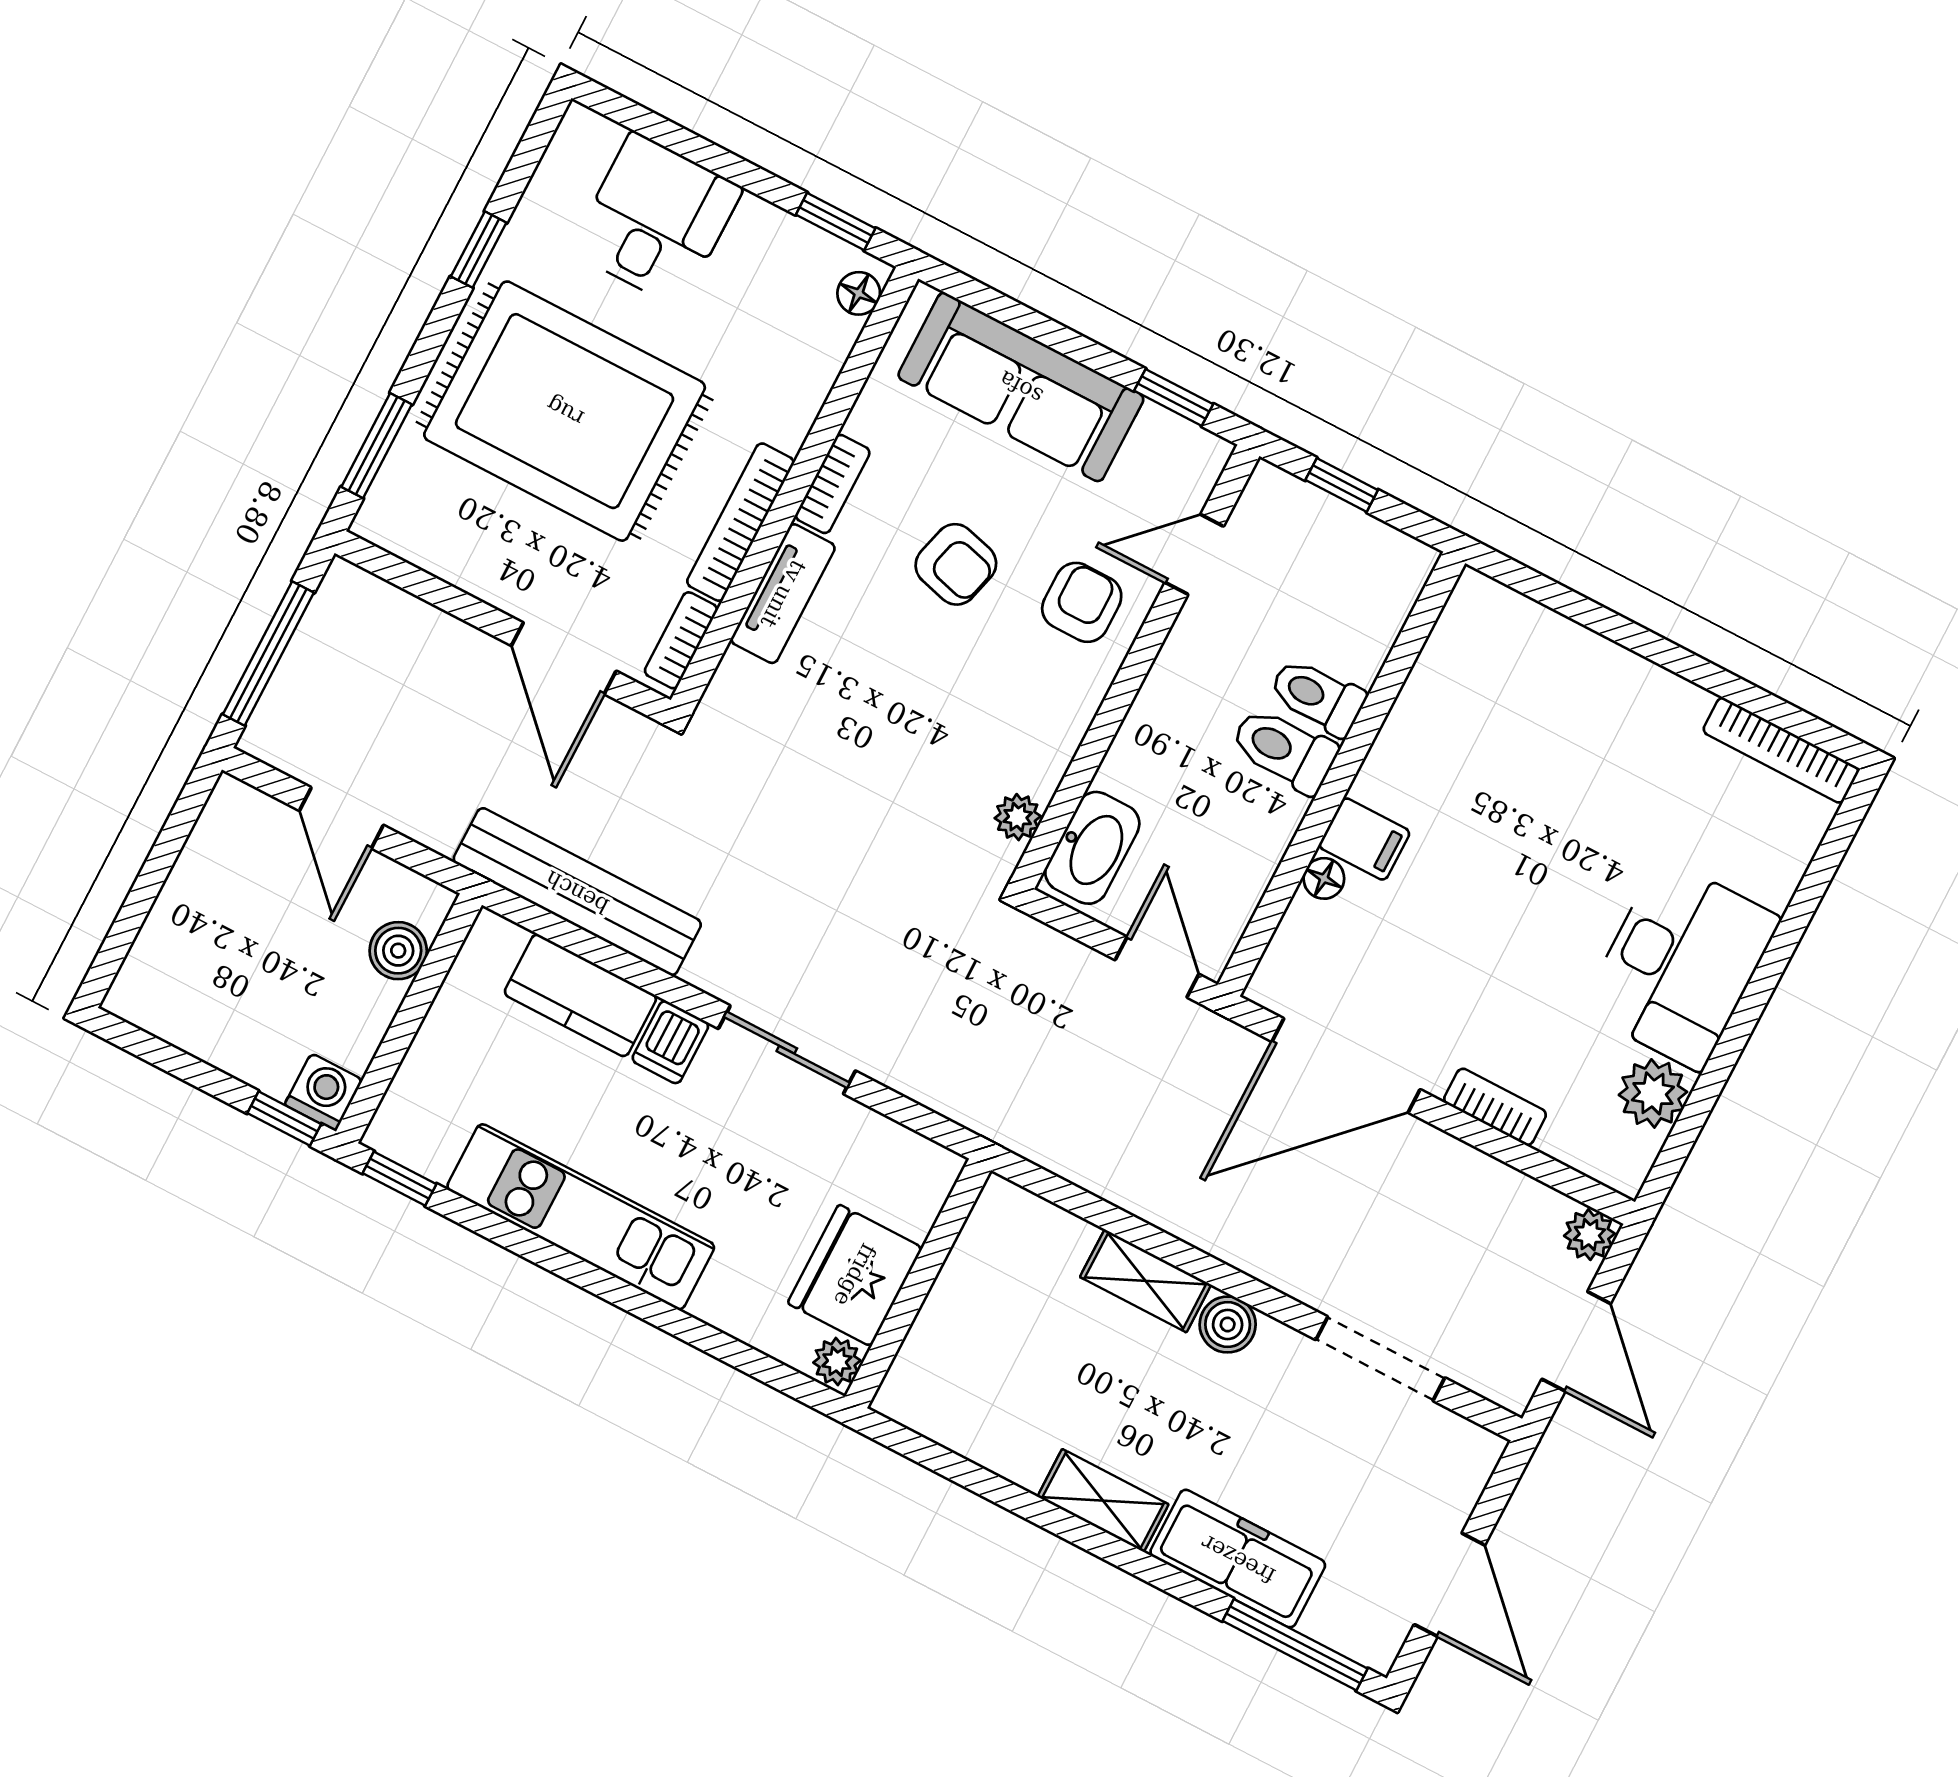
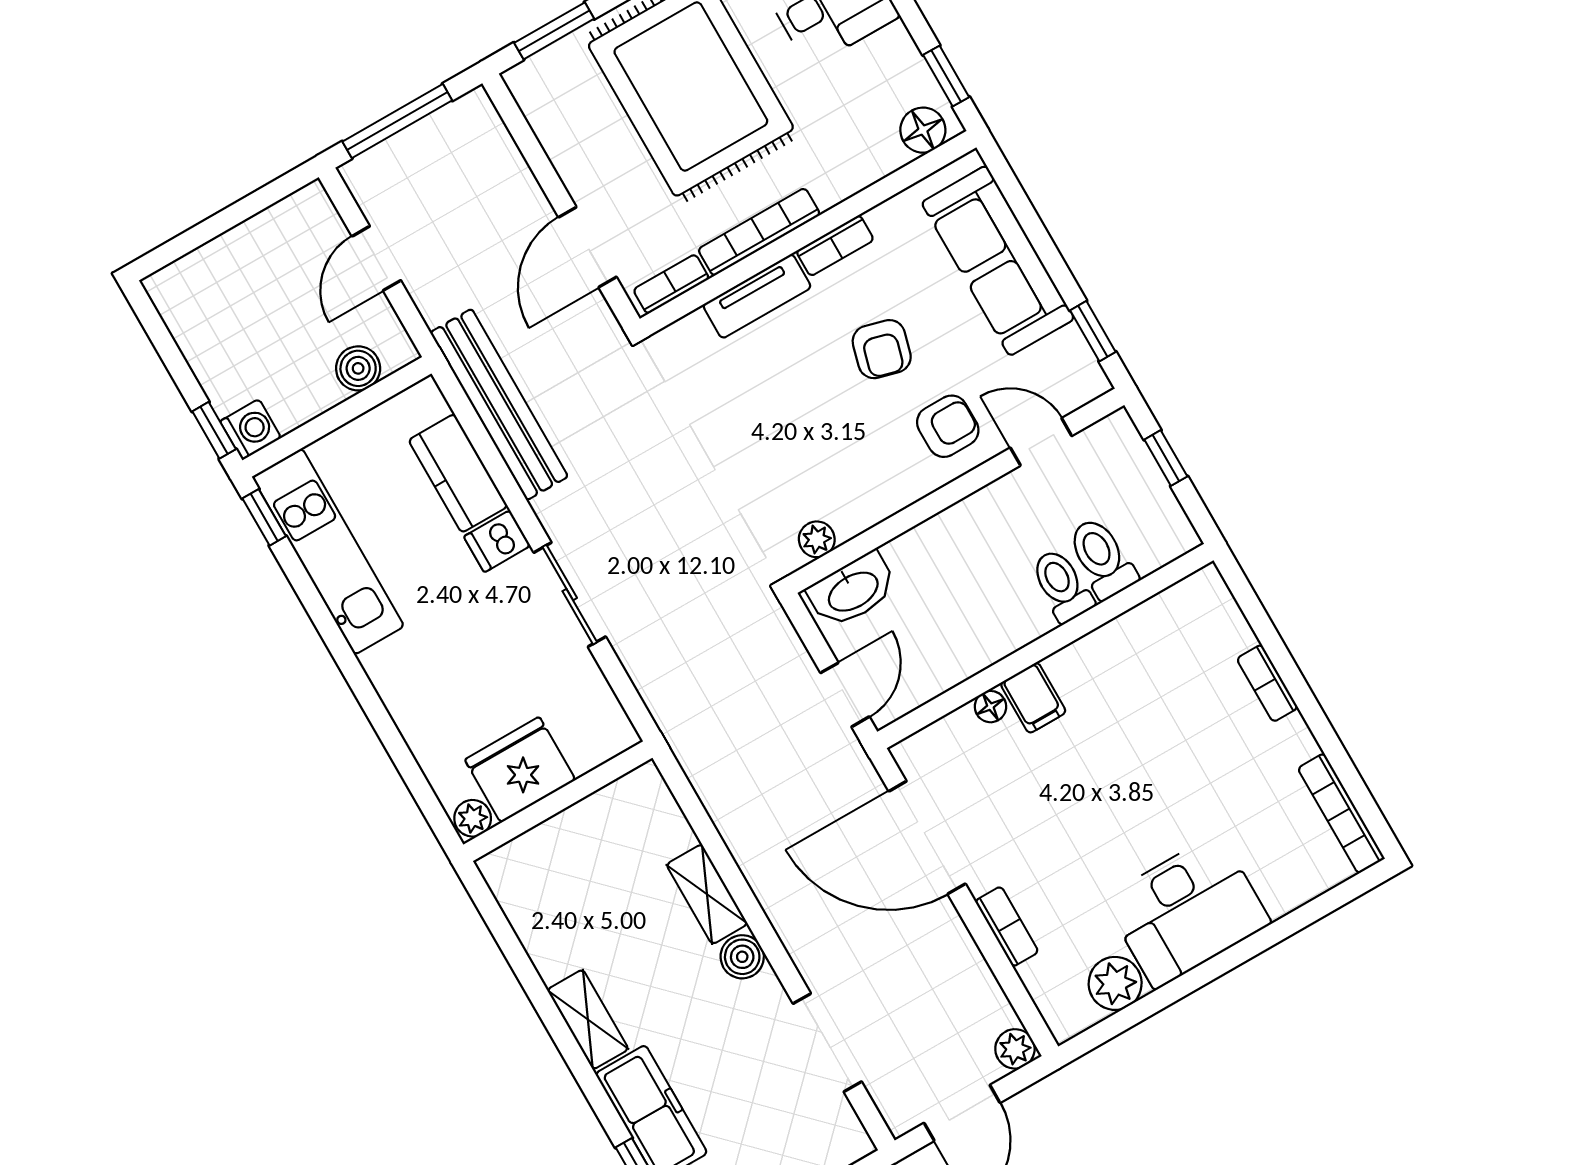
floor lamp: (859, 293) -> (923, 130), width x1.37, depth x1.37
bookcase: (1610, 660) -> (1267, 683), added
toilet: (1284, 750) -> (1102, 558), moved
kitchen unit: (581, 1217) -> (328, 552), moved

